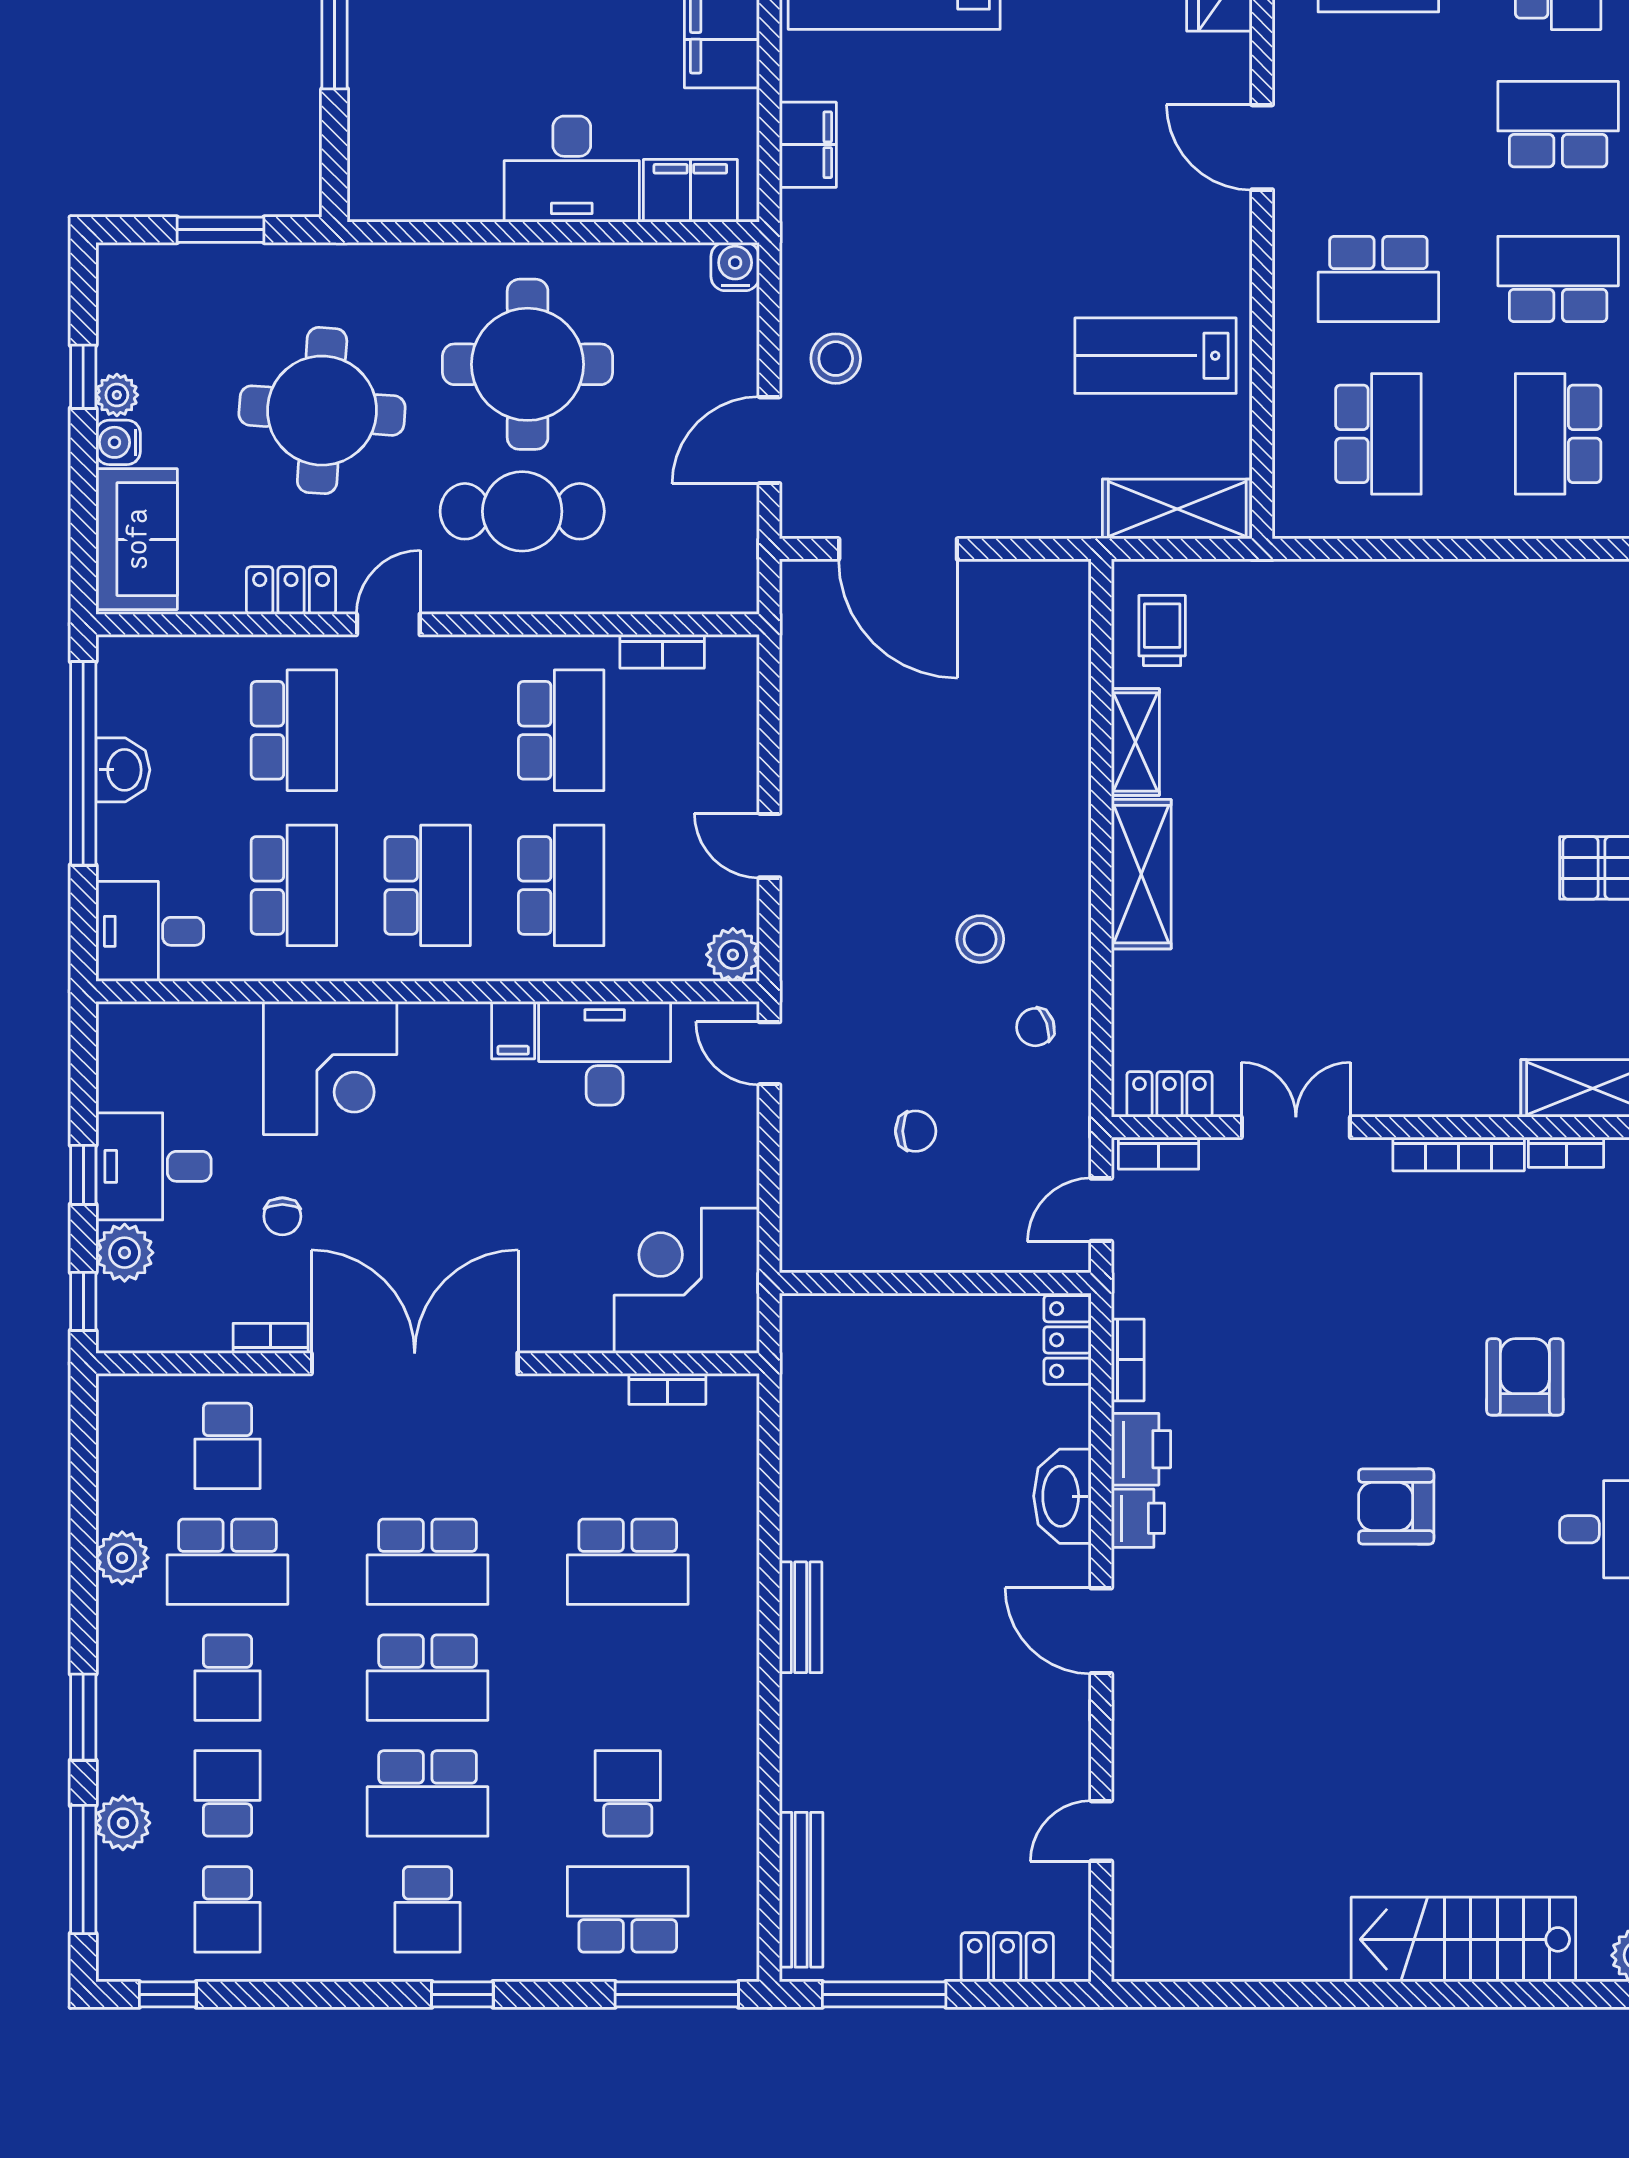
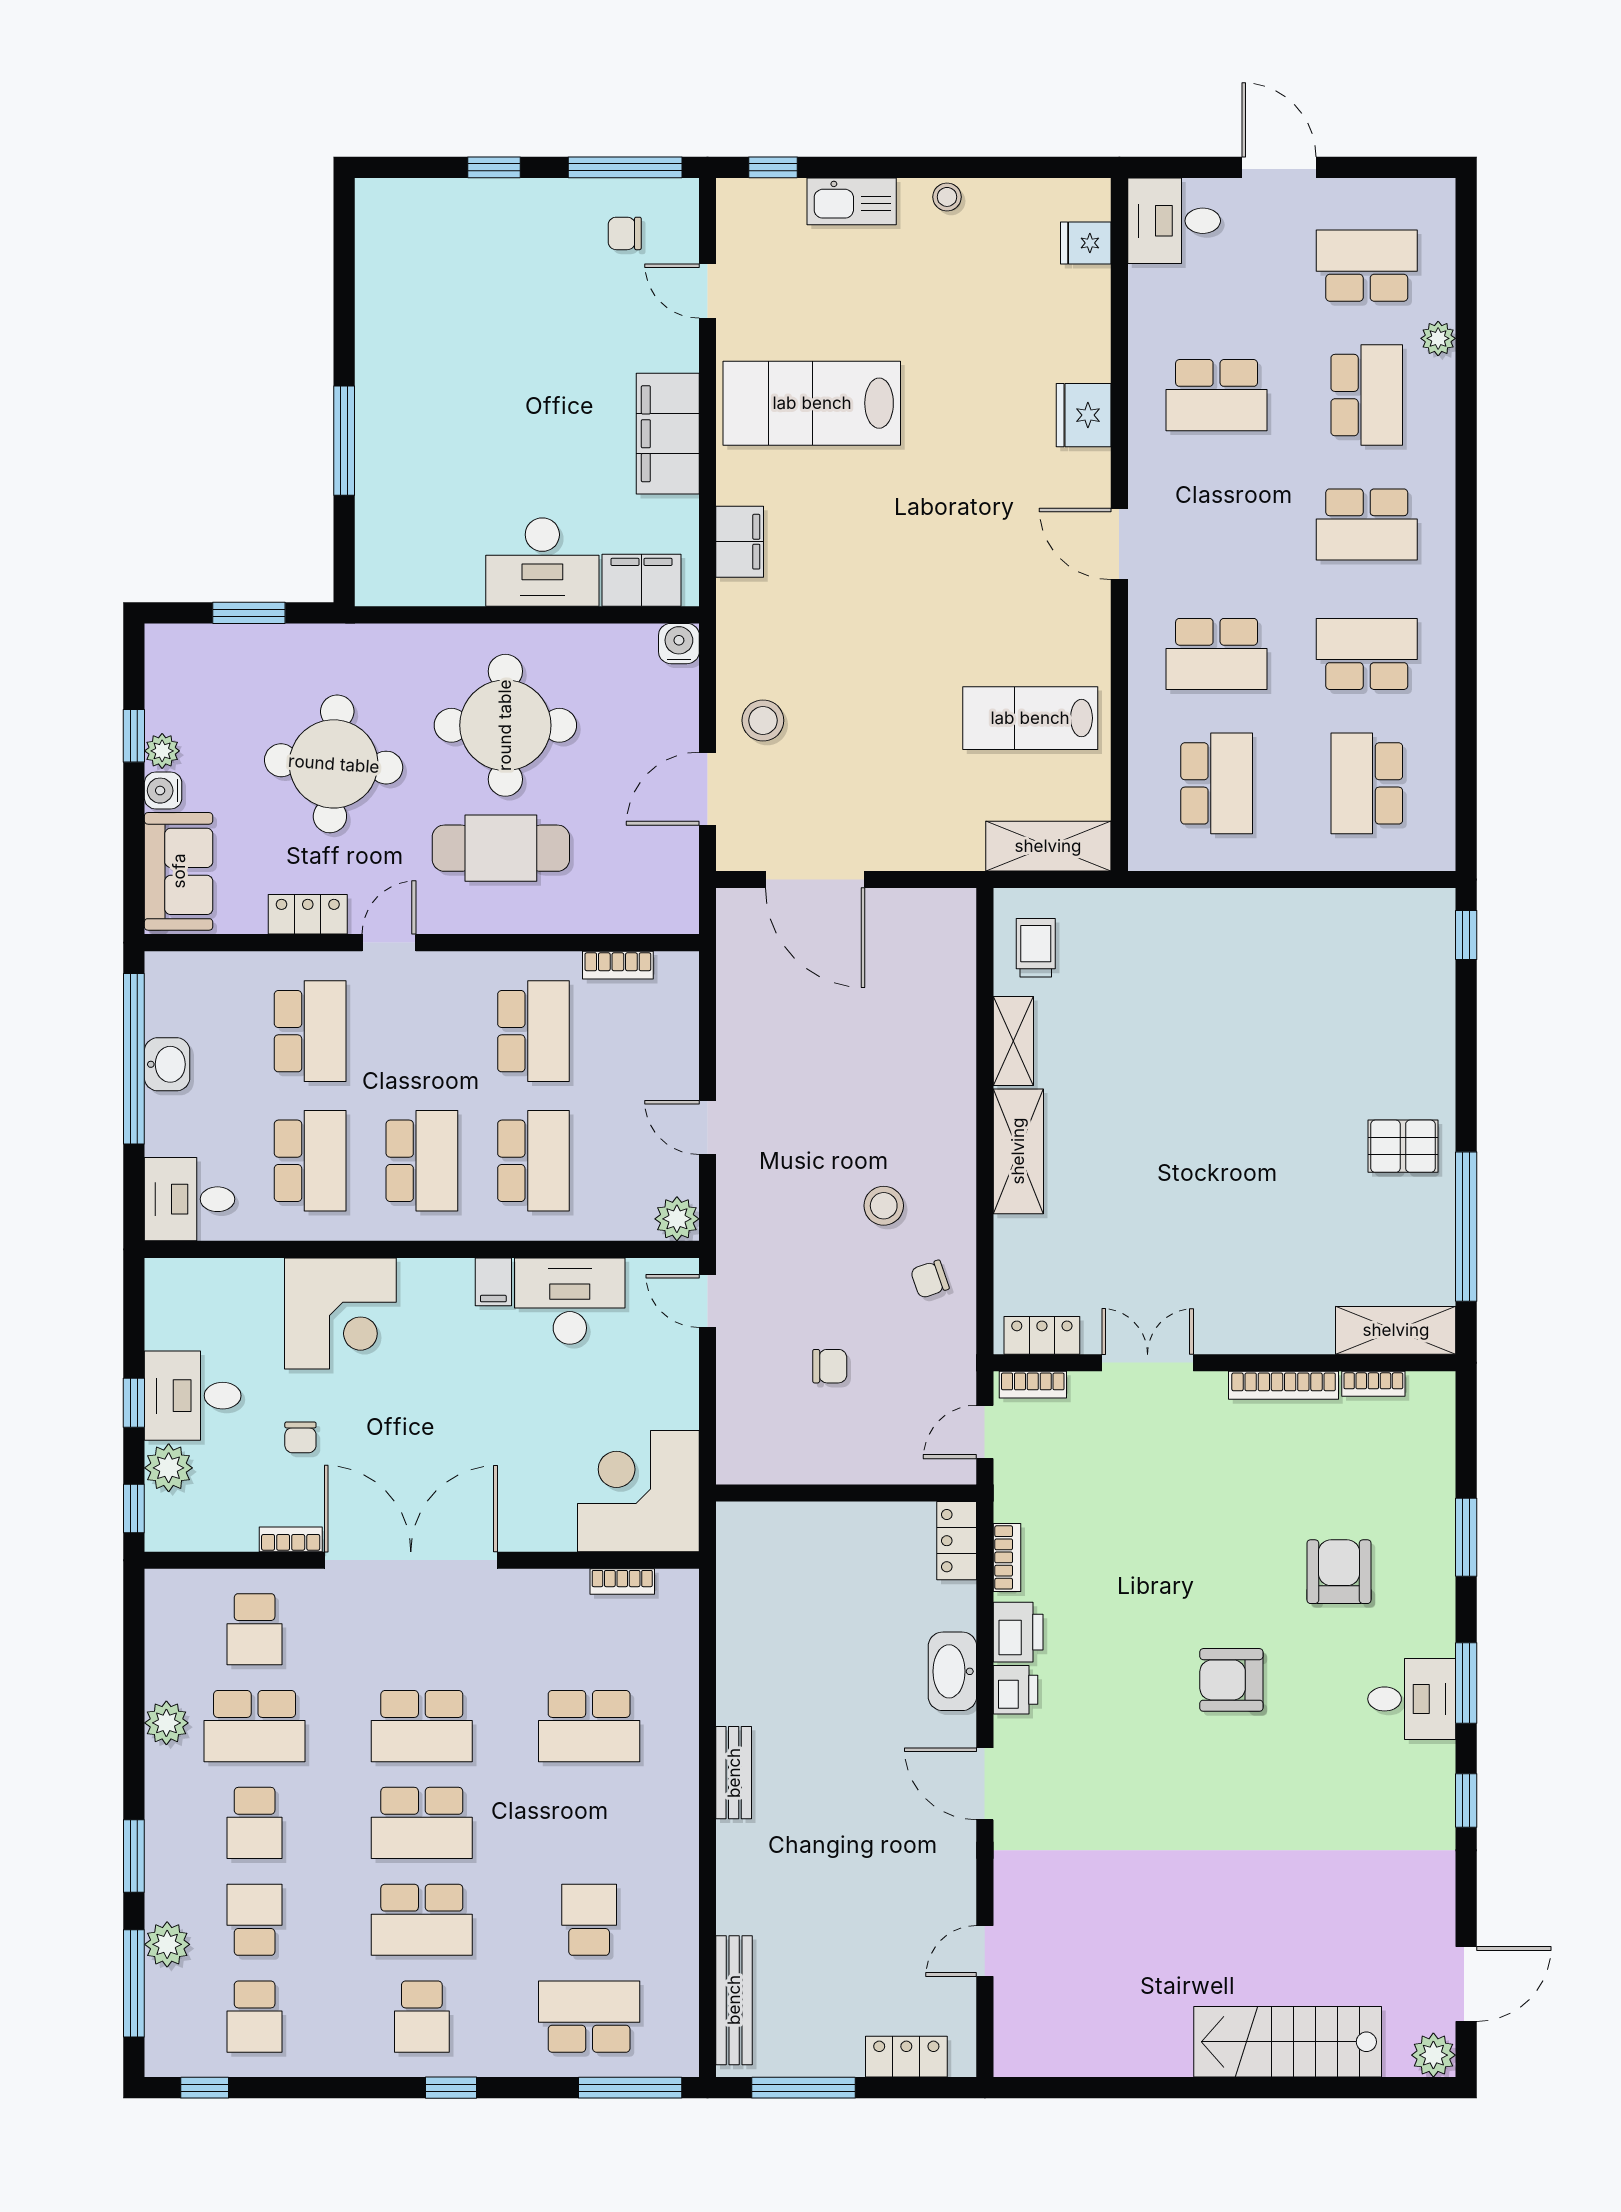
school desk: (1558, 124) -> (1367, 525), turned 180

